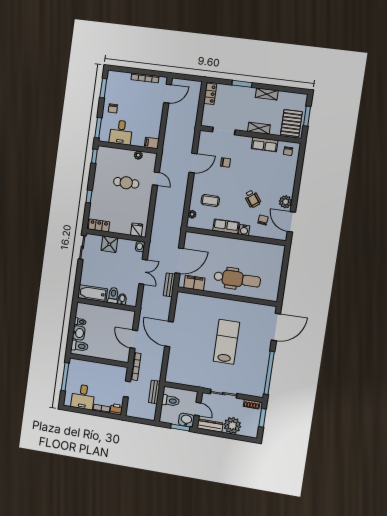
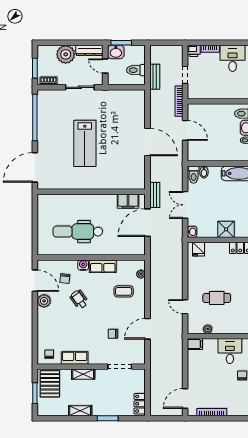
dental chair: (237, 279) -> (78, 232), moved
toilet: (113, 295) -> (194, 175), moved

